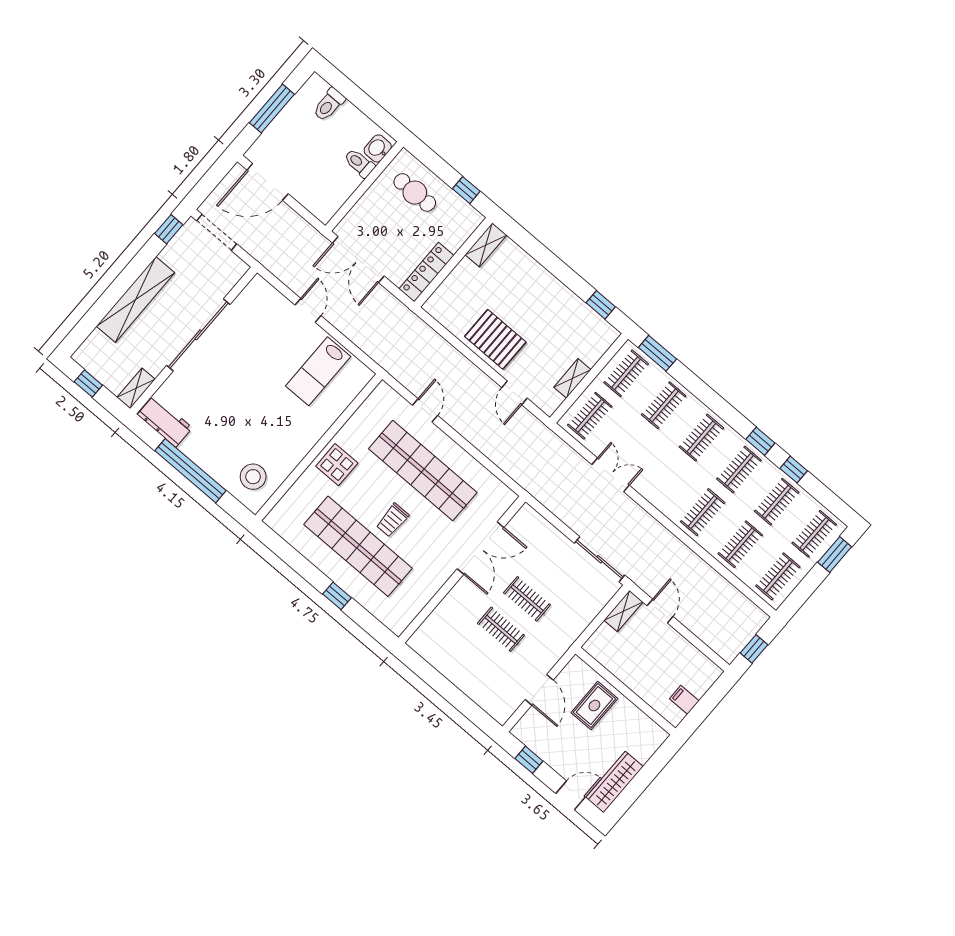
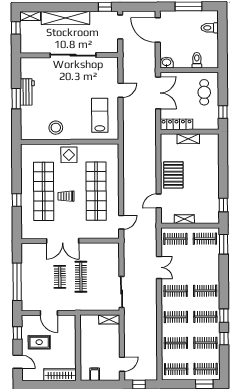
washbasin: (378, 148) -> (167, 63), moved
shelving: (486, 245) -> (188, 139), moved
double door: (358, 259) -> (158, 93), swing flipped
lab bench: (318, 371) -> (100, 115), turned 90
shelving: (136, 388) -> (30, 16), moved
clothes rail: (664, 405) -> (176, 291), moved
door: (425, 410) -> (121, 222), moved
workbench: (165, 421) -> (27, 92), moved
window: (190, 471) -> (16, 99), width x0.47
stool: (253, 477) -> (56, 128), moved
double door: (480, 548) -> (63, 241), moved
clothes rail: (527, 599) -> (81, 277), width x1.36
door: (660, 611) -> (122, 364), moved
door: (539, 690) -> (49, 313), hinge flipped
window: (455, 697) -> (17, 282), added
rug: (594, 706) -> (39, 342), moved
wardrobe: (614, 782) -> (60, 375), moved

